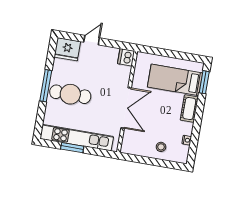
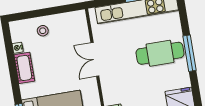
double door: (126, 108) -> (95, 59), width x0.73
cot: (189, 109) -> (24, 68), moved

